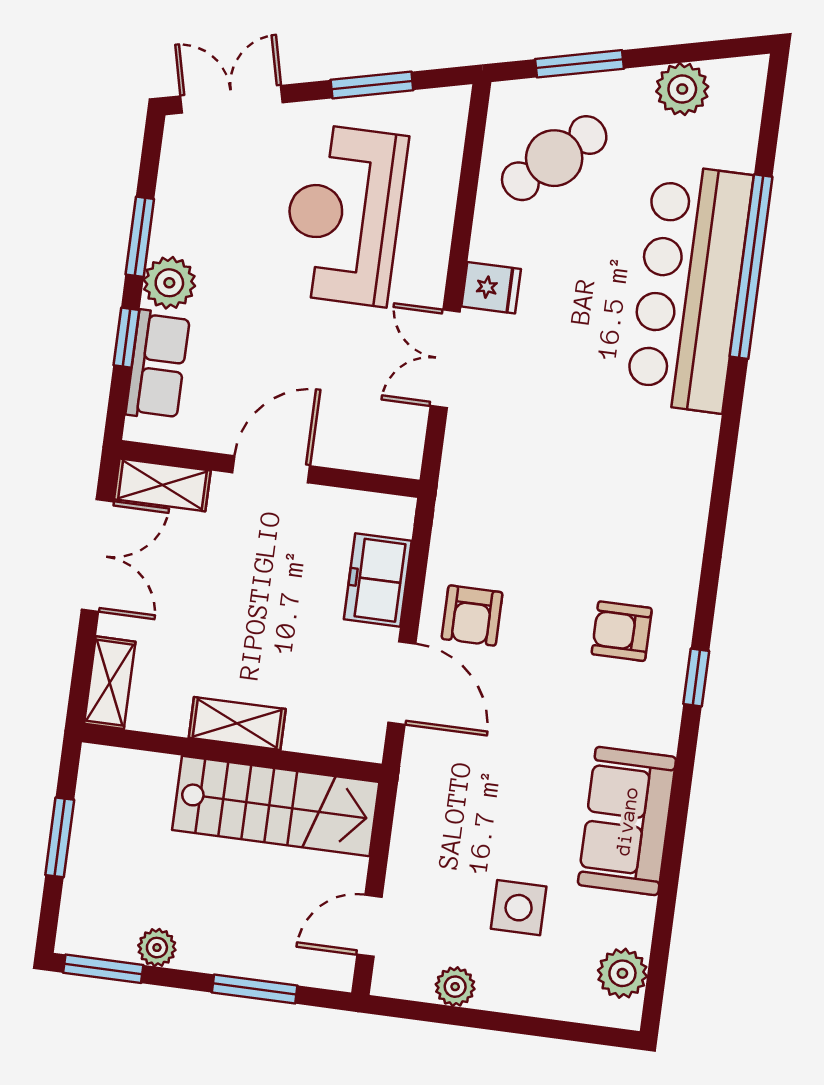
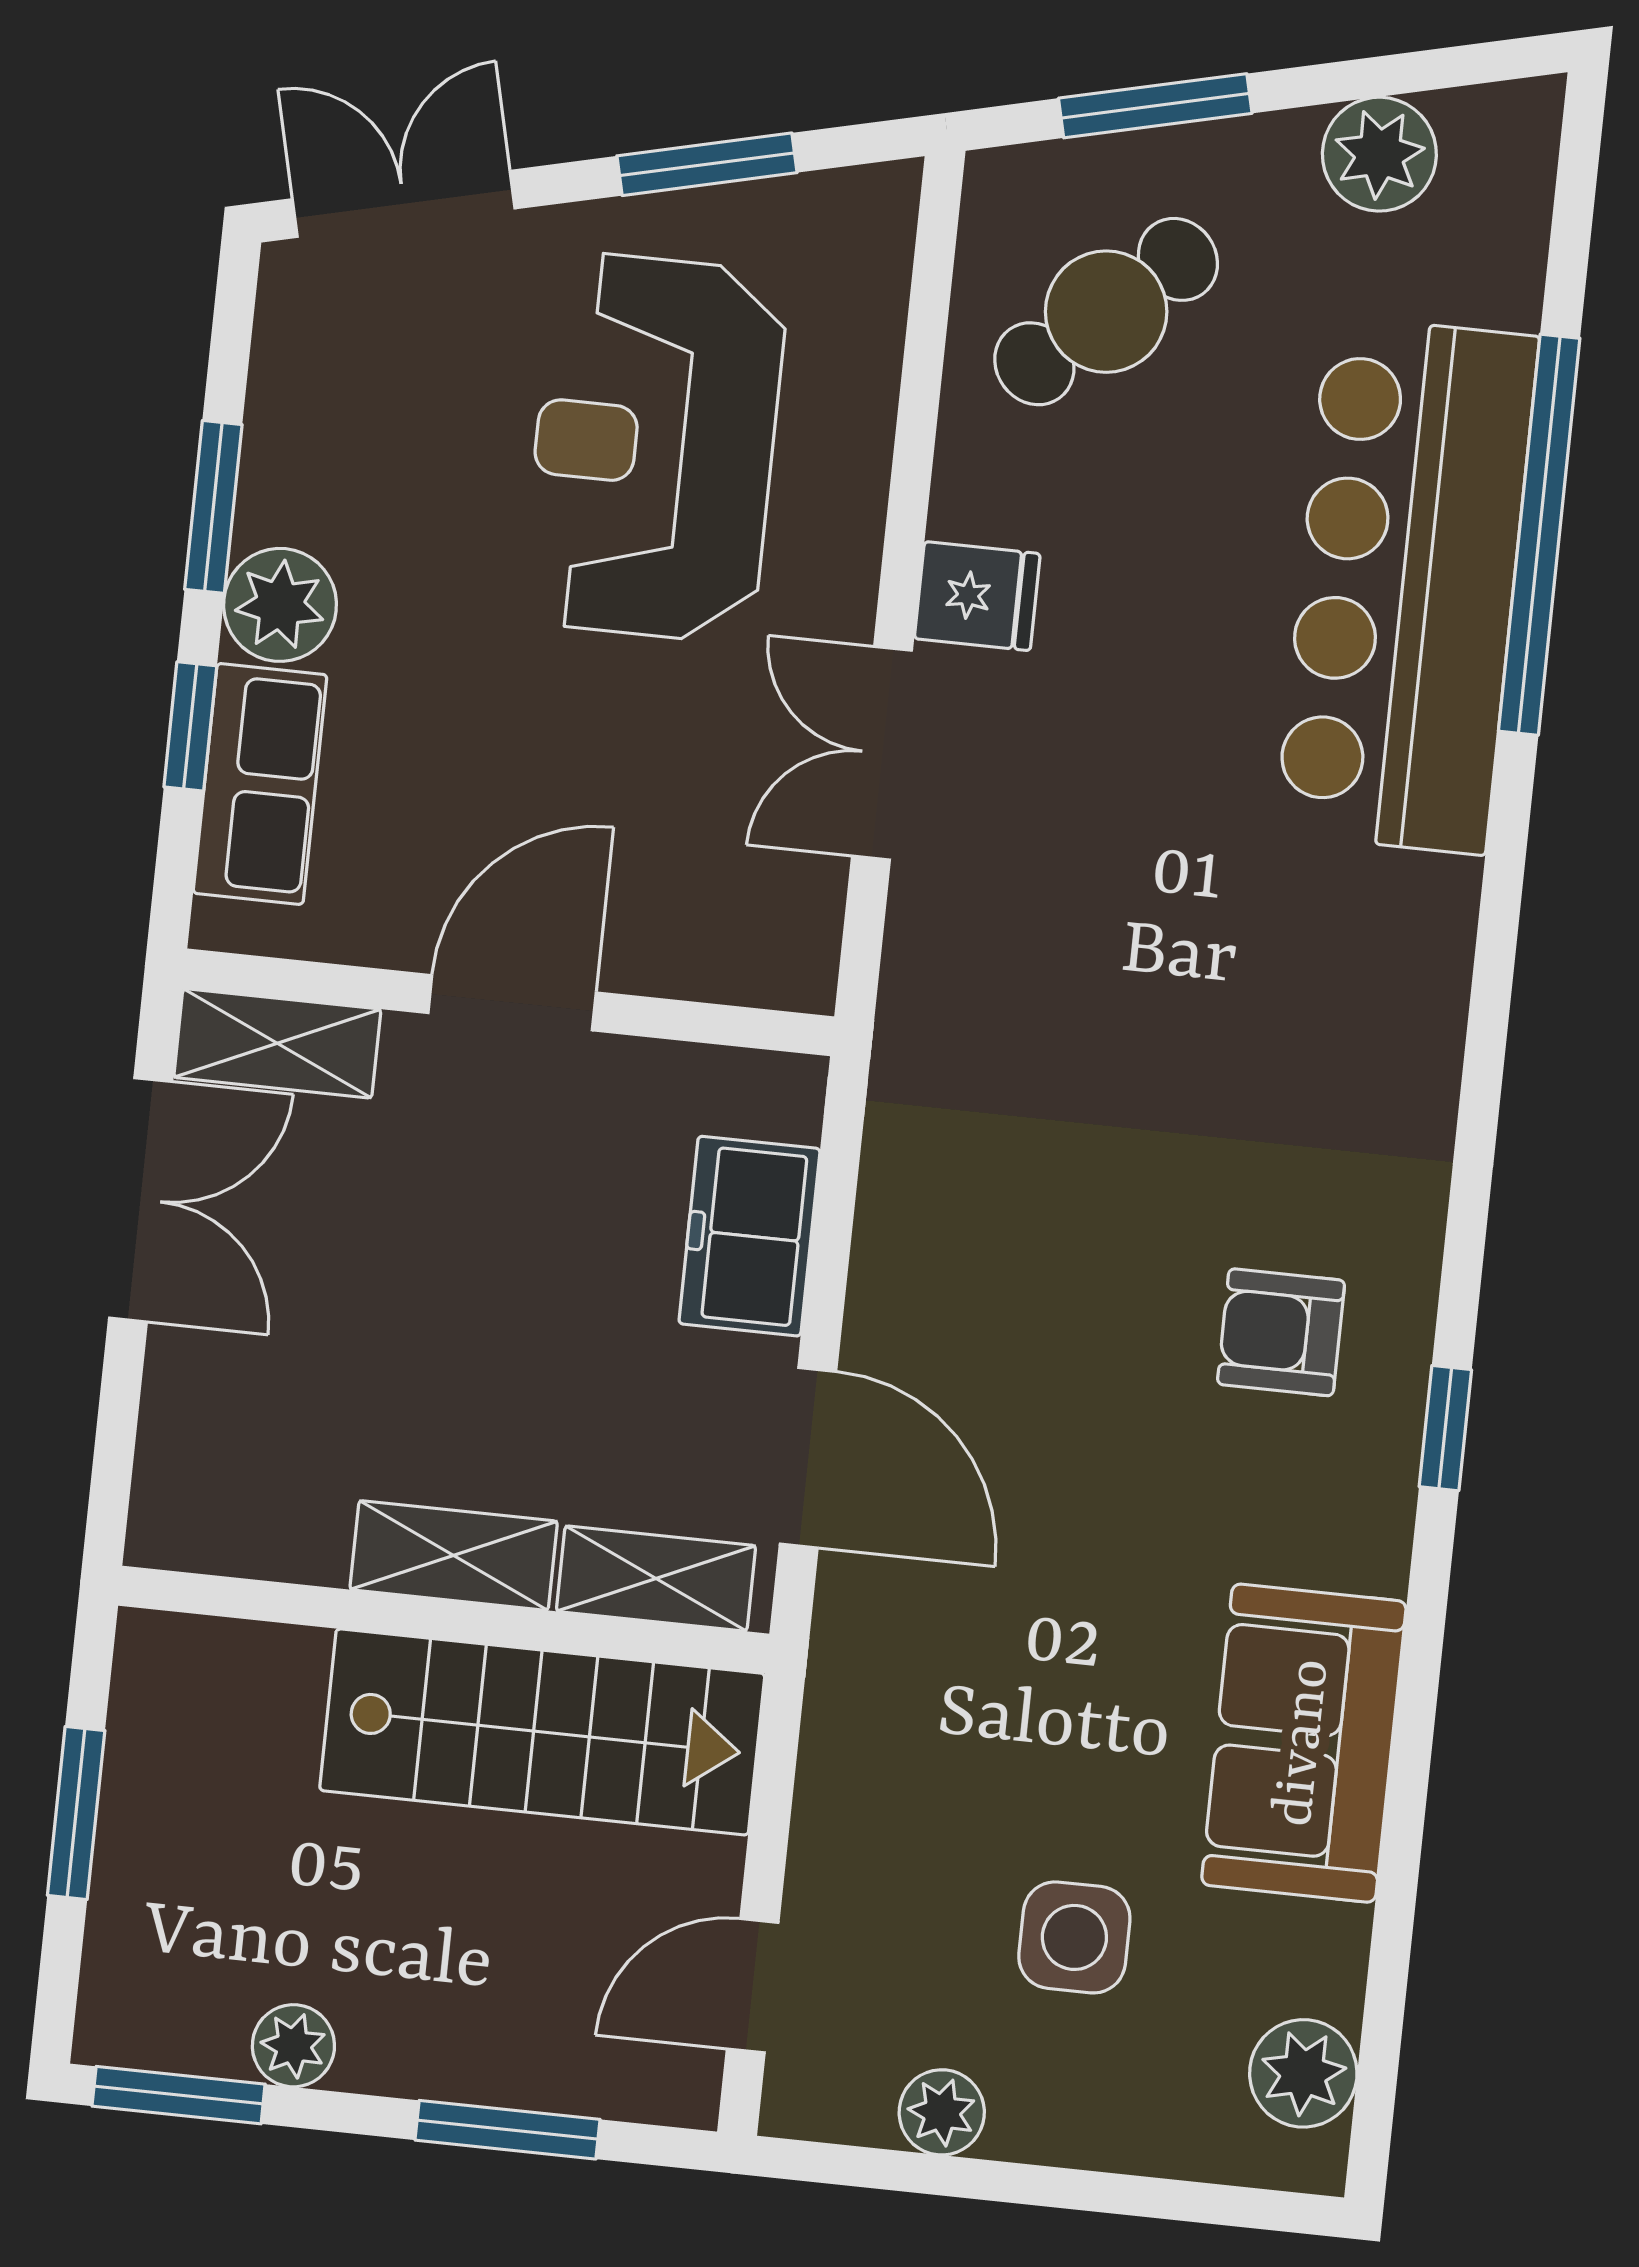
armchair: (472, 616) -> (956, 1308), removed
shelving: (110, 683) -> (656, 1578), moved, turned 90

